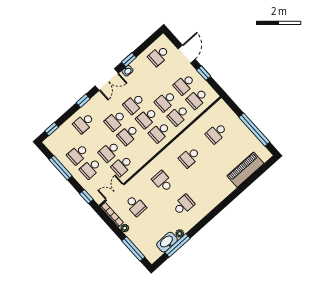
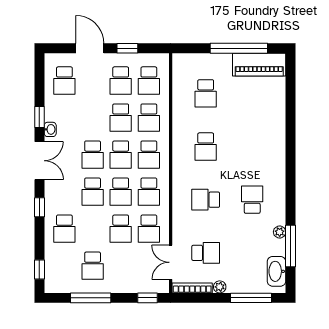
school desk: (91, 168) -> (149, 192), moved
piano: (245, 170) -> (259, 65), moved, turned -90
washbasin: (167, 242) -> (276, 271), moved

